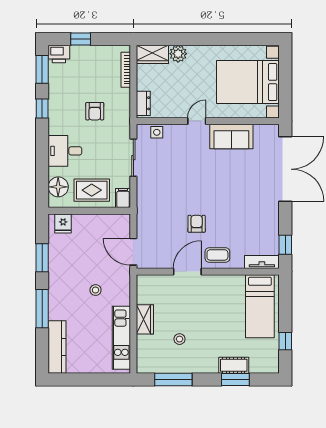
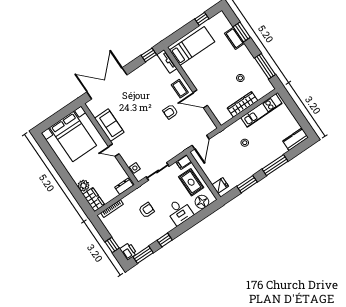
door: (133, 252) -> (201, 142), moved
wardrobe: (145, 319) -> (242, 104), width x1.50
kitchen counter: (57, 347) -> (295, 139), width x0.67

